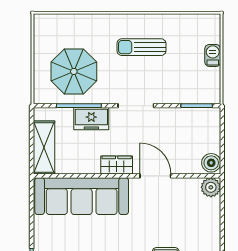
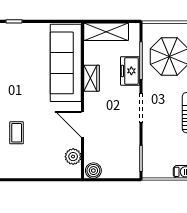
wardrobe: (117, 165) -> (92, 78), moved
door: (155, 176) -> (83, 124), swing flipped
plant: (211, 187) -> (73, 157), moved

